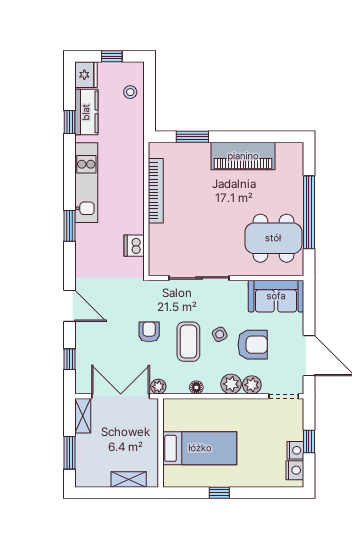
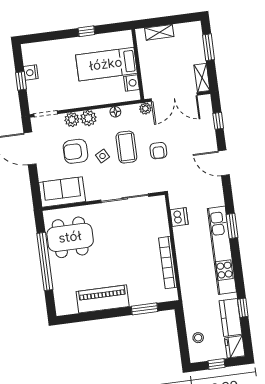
kitchen unit: (86, 183) -> (222, 250), width x1.36
nightstand: (295, 470) -> (131, 83), moved, turned 180

